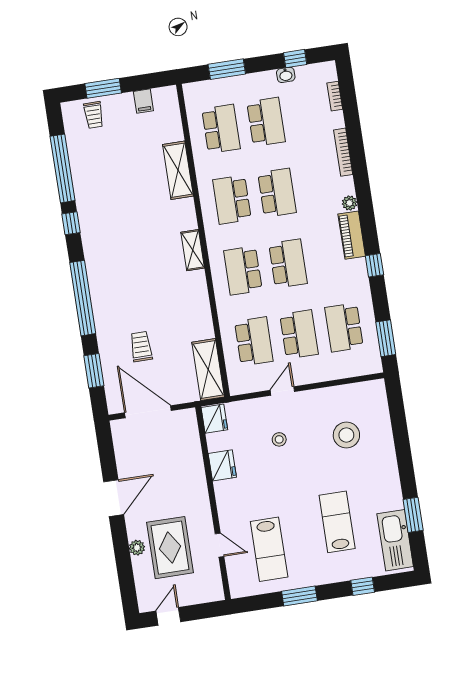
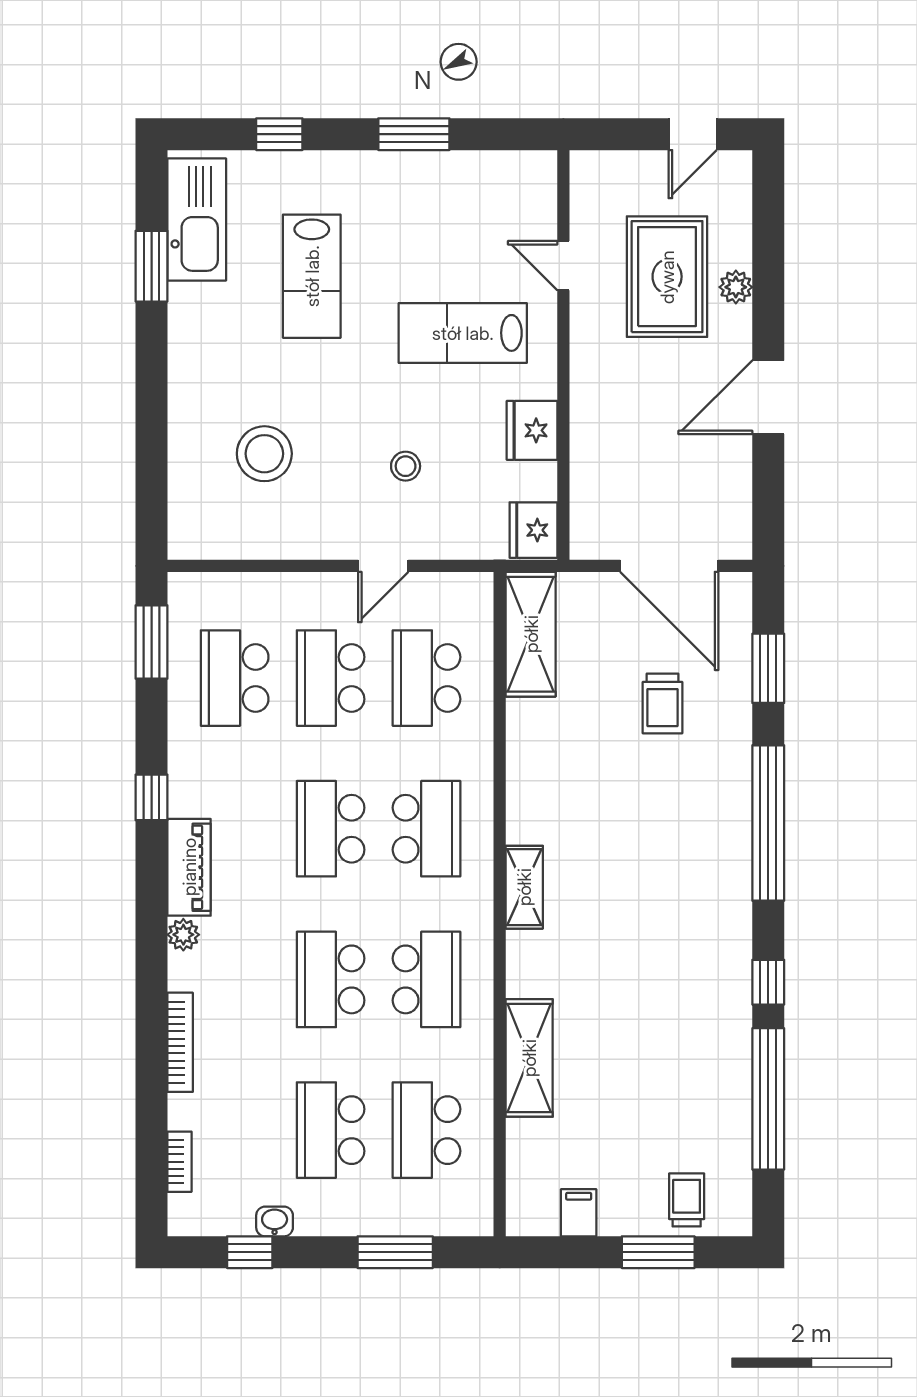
school desk: (344, 327) -> (235, 678), turned 180
lab bench: (269, 549) -> (463, 333), moved, turned -90

